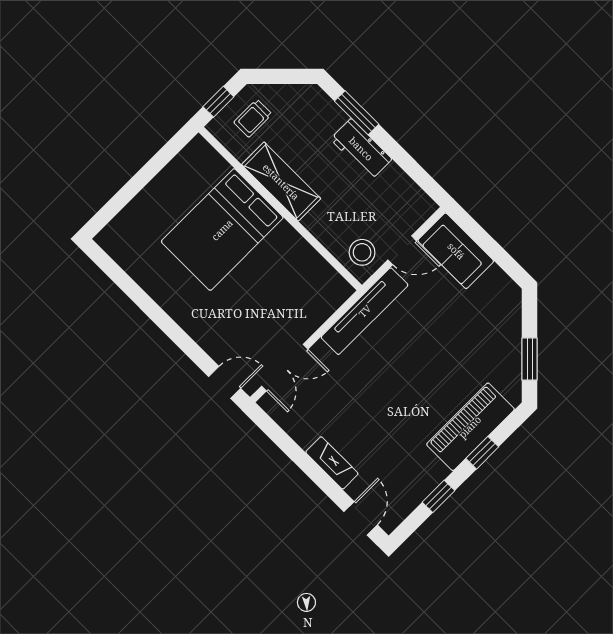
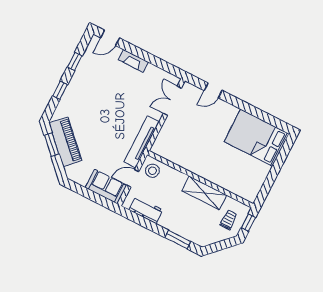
workbench: (361, 149) -> (146, 210), moved
bed: (222, 230) -> (257, 138), moved, turned -90
door: (225, 382) -> (213, 90), moved
piano: (470, 427) -> (65, 142), moved, turned -45
door: (361, 518) -> (110, 38), hinge flipped

